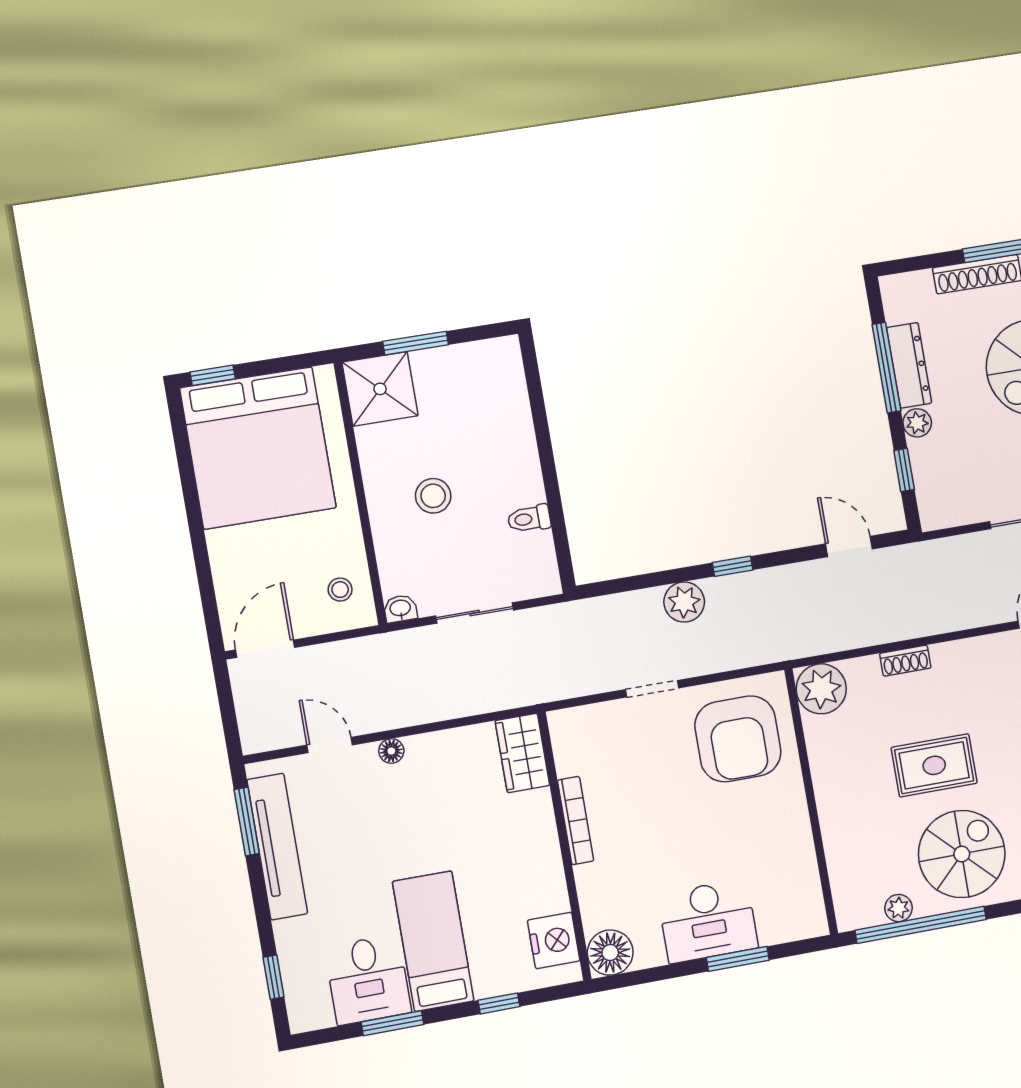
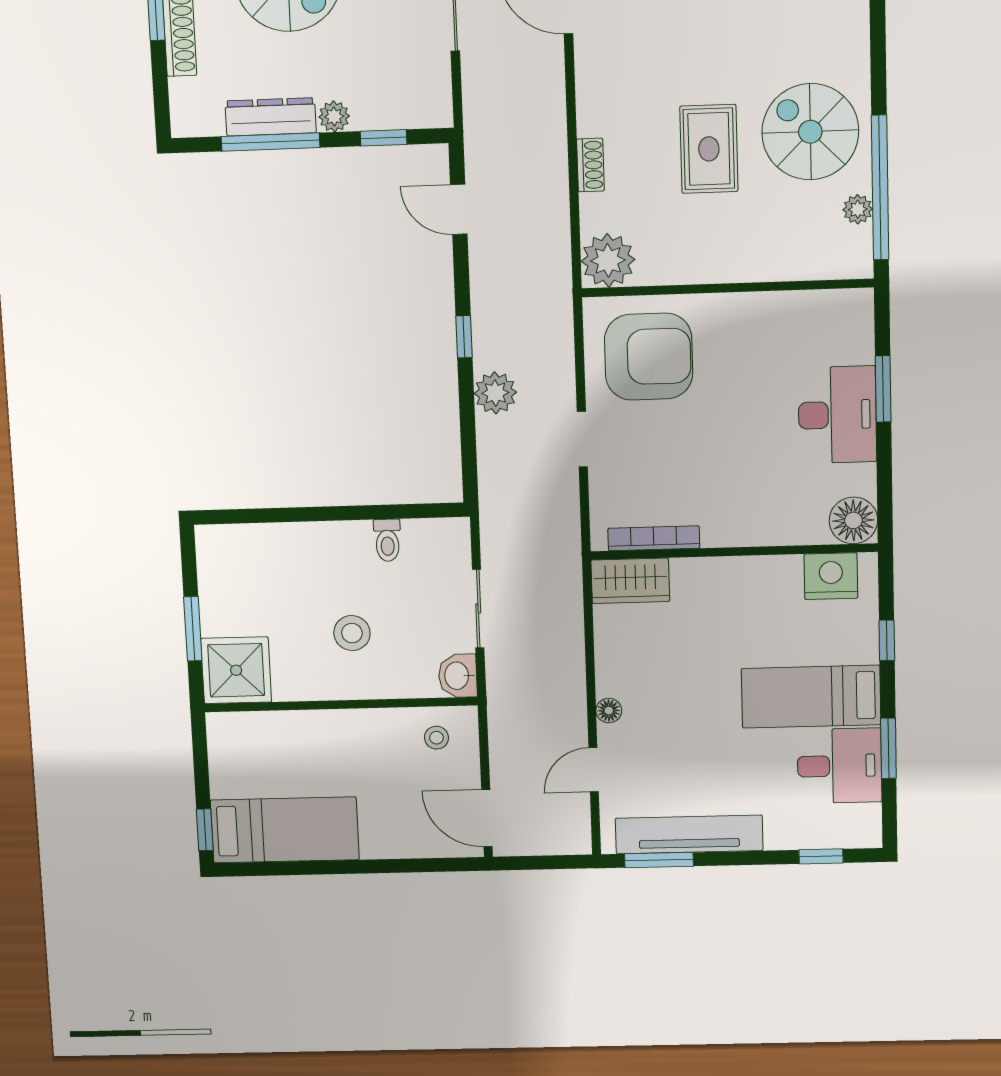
bed: (258, 448) -> (285, 830), width x0.49
door: (849, 546) -> (459, 209), hinge flipped
washbasin: (400, 609) -> (458, 676), width x1.38, depth x1.45
bookcase: (576, 821) -> (654, 538), moved

